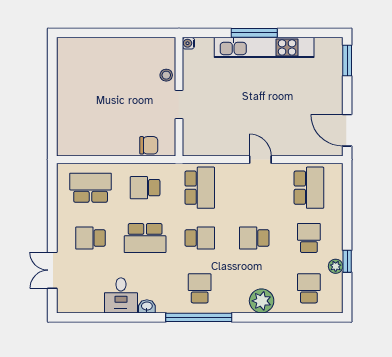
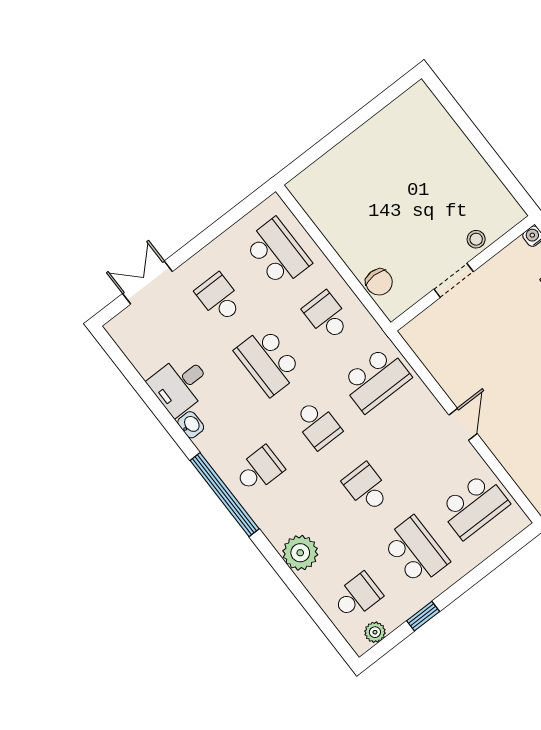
school desk: (309, 238) -> (416, 551), width x1.85
plant: (336, 266) -> (375, 632), moved

